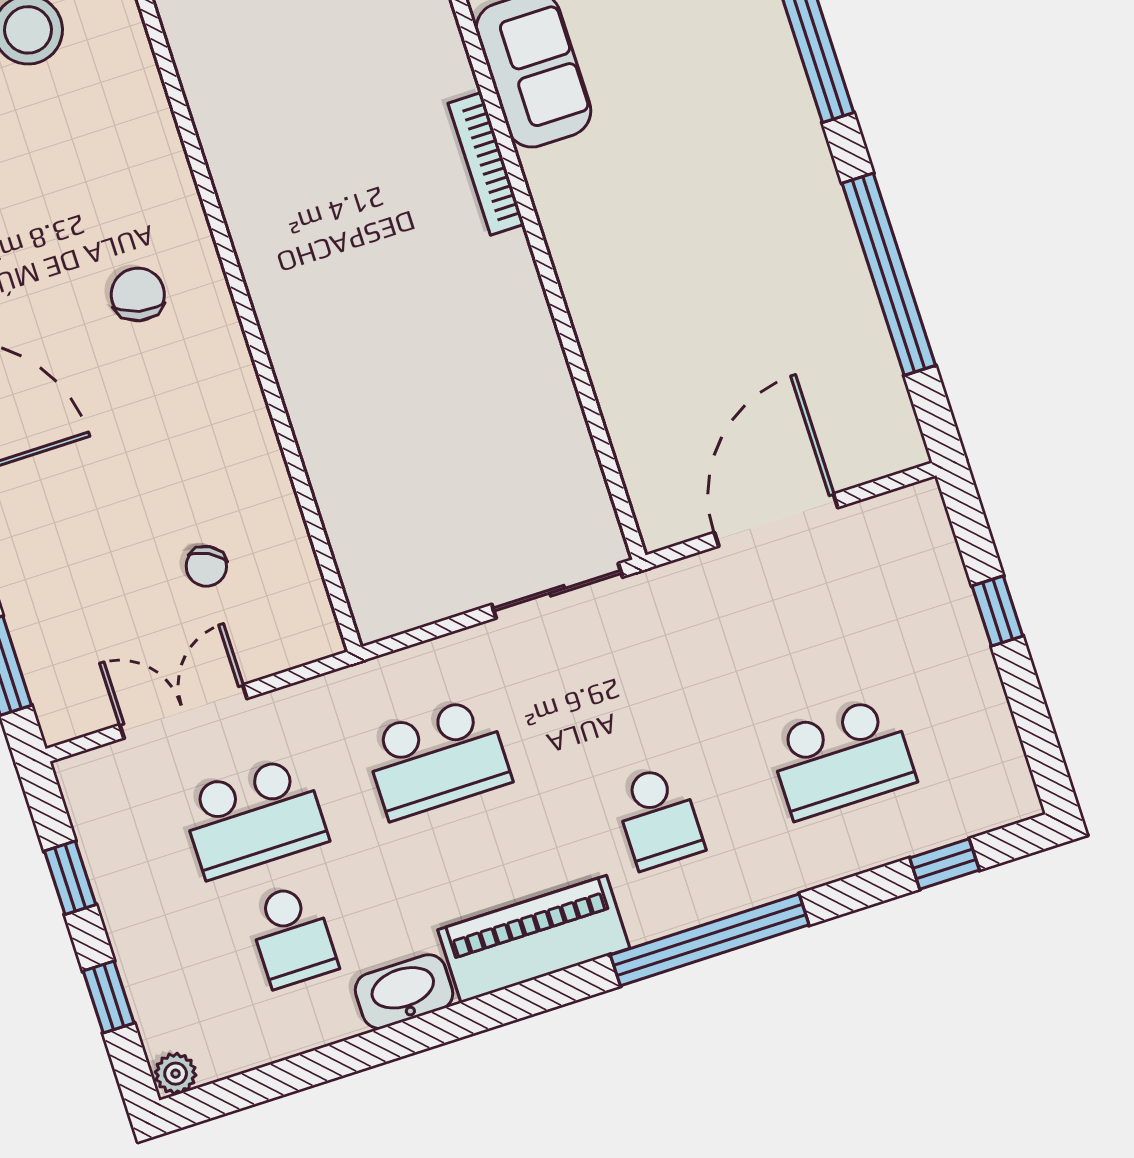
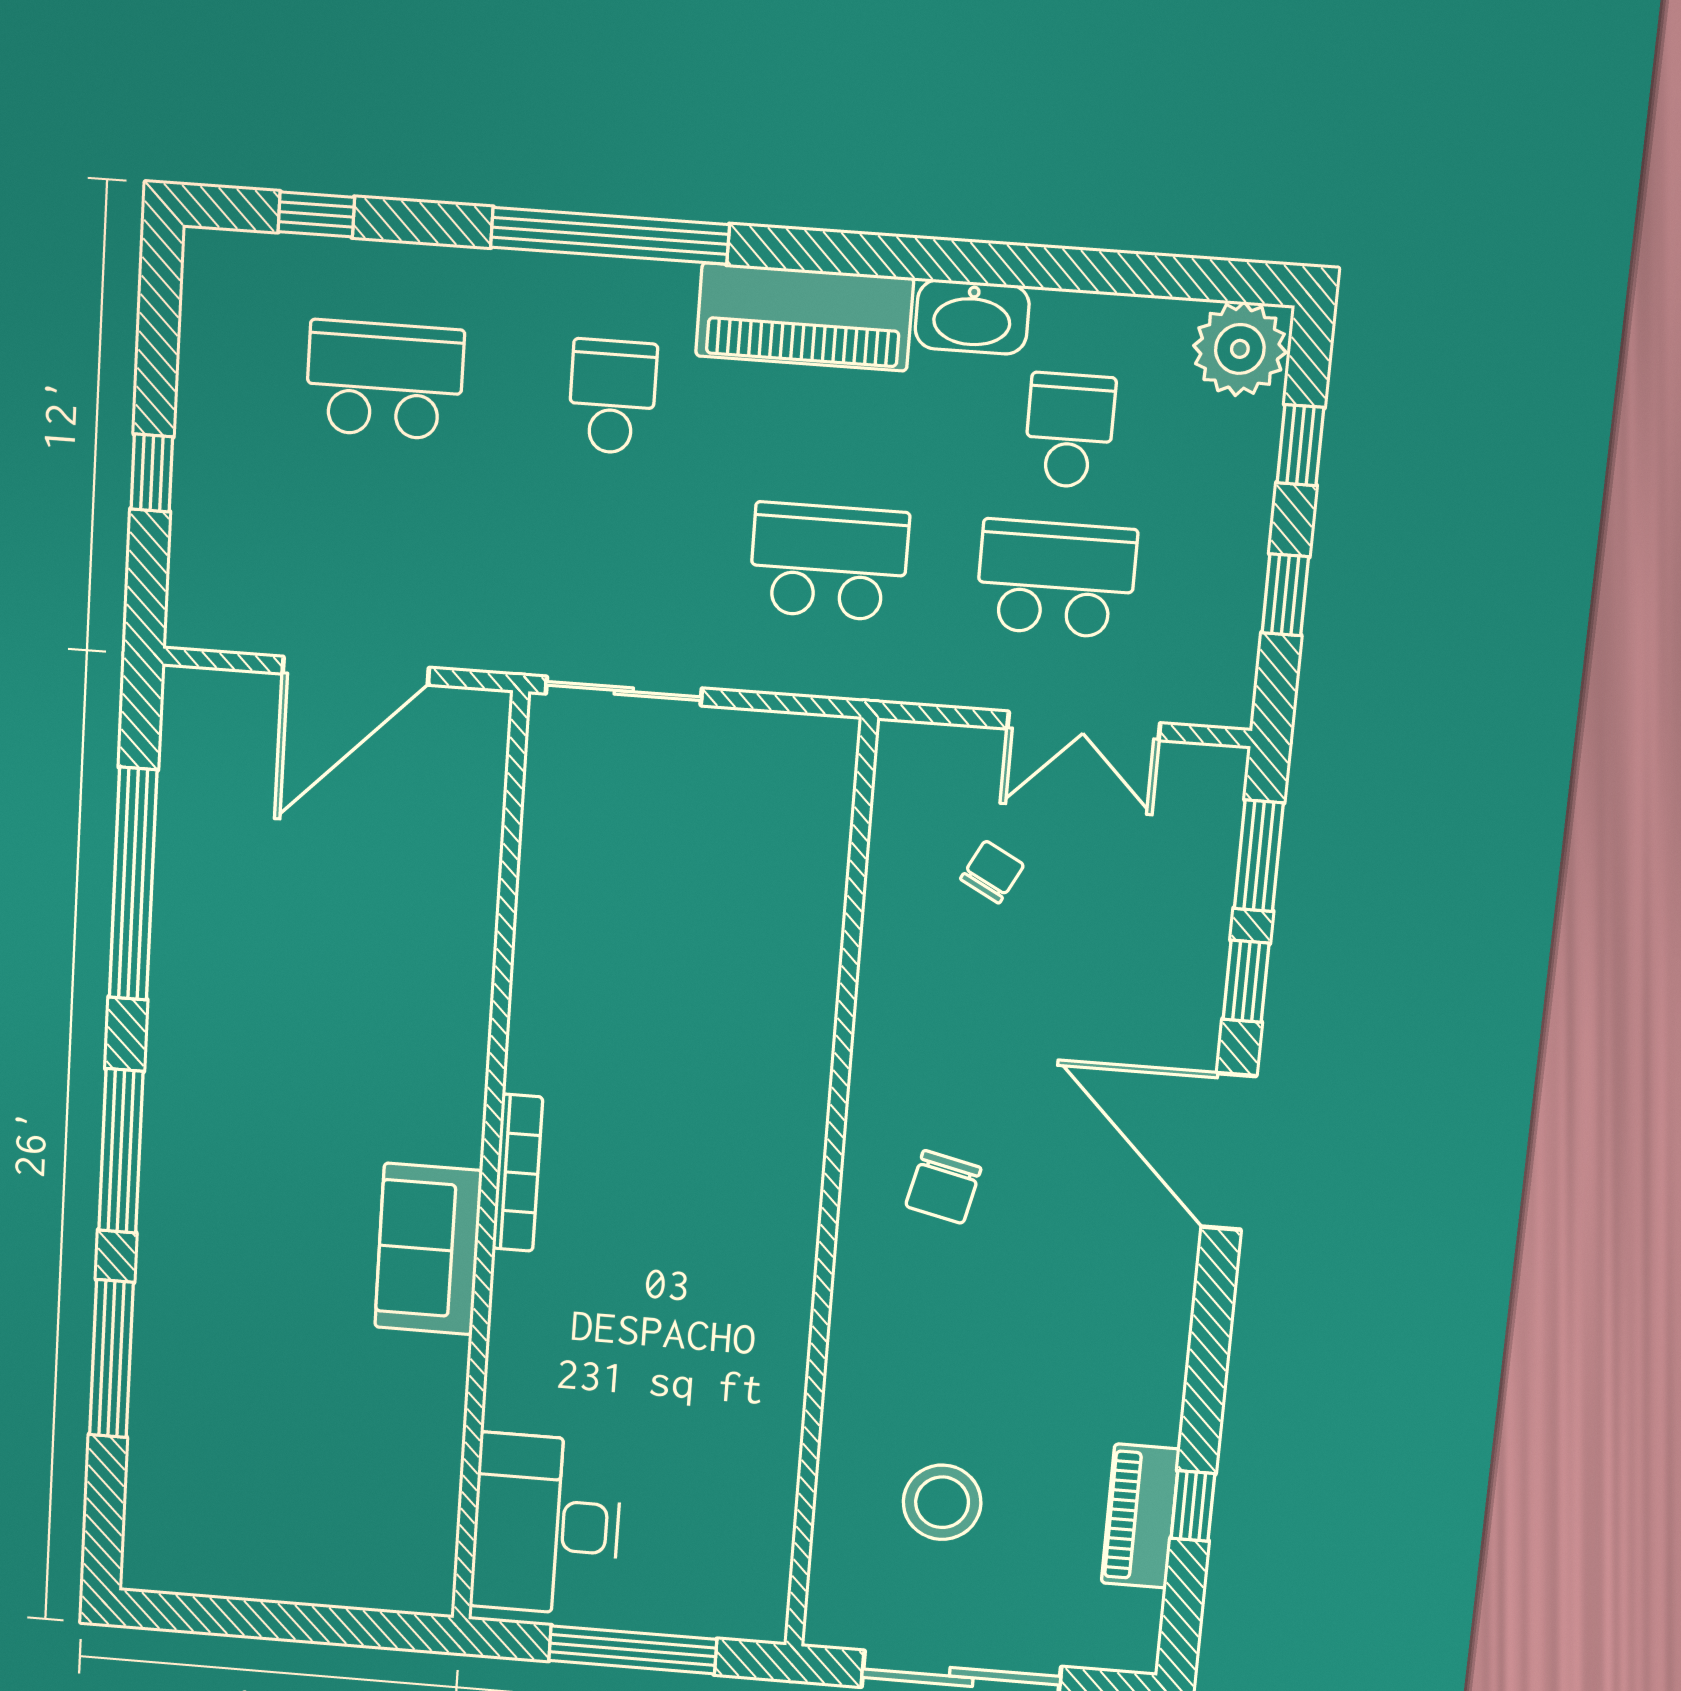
plant: (176, 1074) -> (1240, 349), width x1.88, depth x1.88

